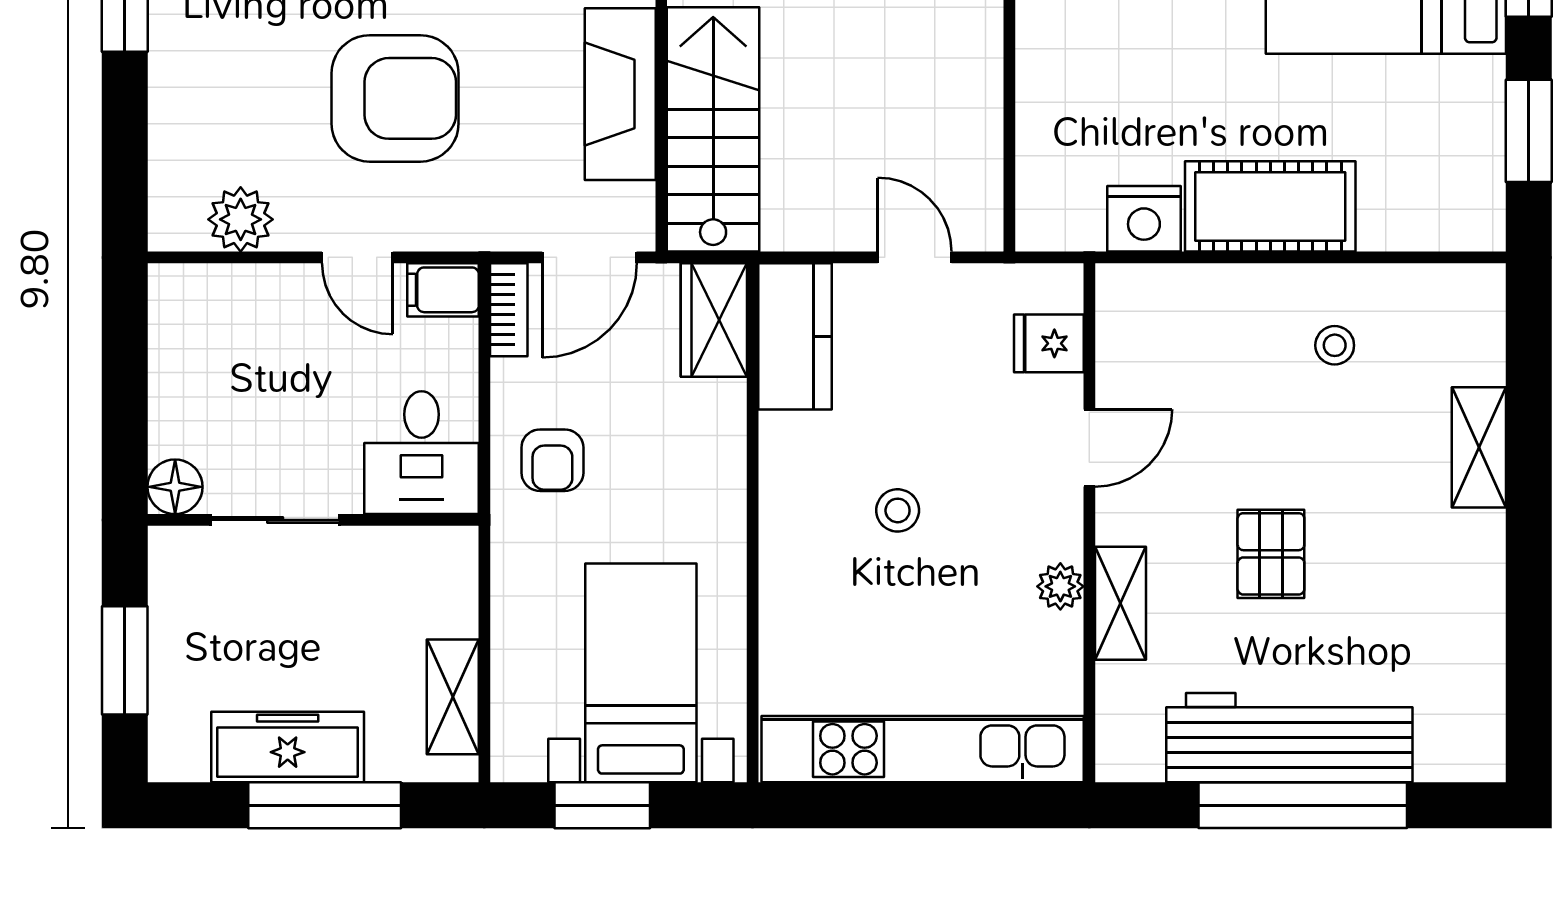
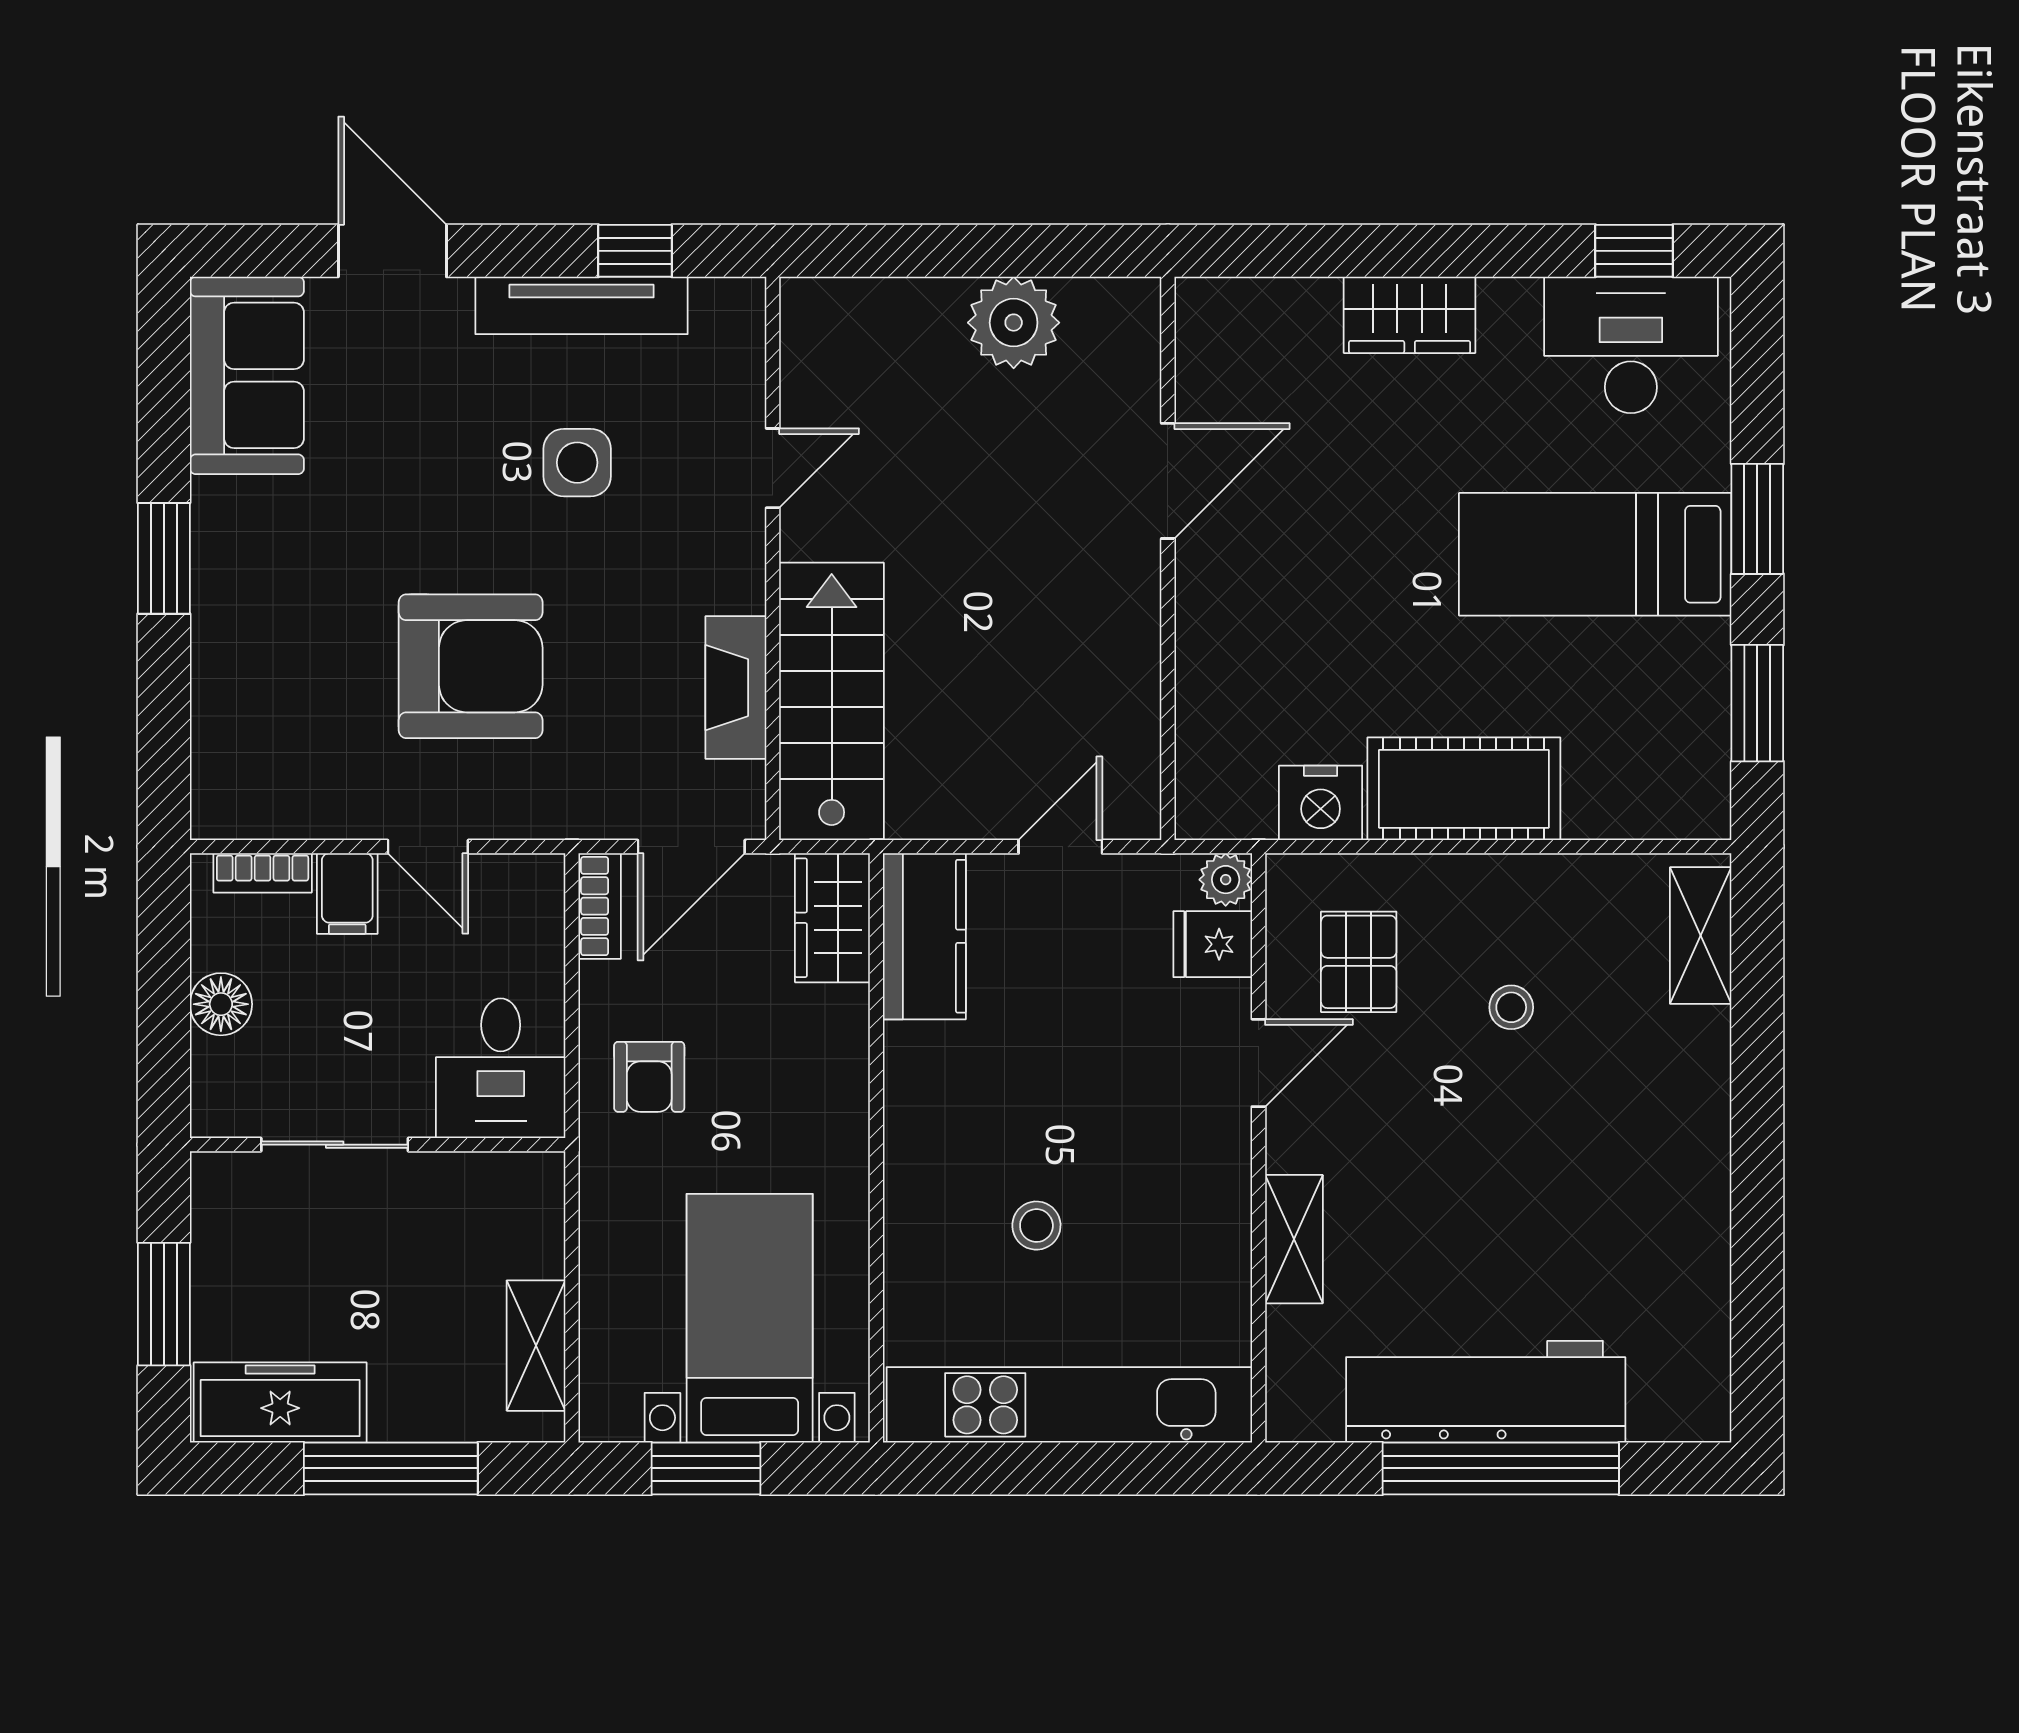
fireplace: (620, 94) -> (736, 688), width x0.73, depth x0.76
plant: (241, 219) -> (295, 804), removed
door: (915, 257) -> (1060, 847), hinge flipped
bookcase: (212, 280) -> (263, 873), added
filing cabinet: (443, 290) -> (347, 894), moved, turned -90
stool: (1335, 345) -> (1511, 1007), moved
shelving: (1479, 447) -> (1701, 936), moved
floor lamp: (175, 487) -> (221, 1004), moved
stool: (898, 510) -> (1036, 1226), moved
pallet: (1271, 554) -> (1359, 962), moved
plant: (1060, 586) -> (1226, 880), moved
freezer: (288, 747) -> (280, 1402), moved

